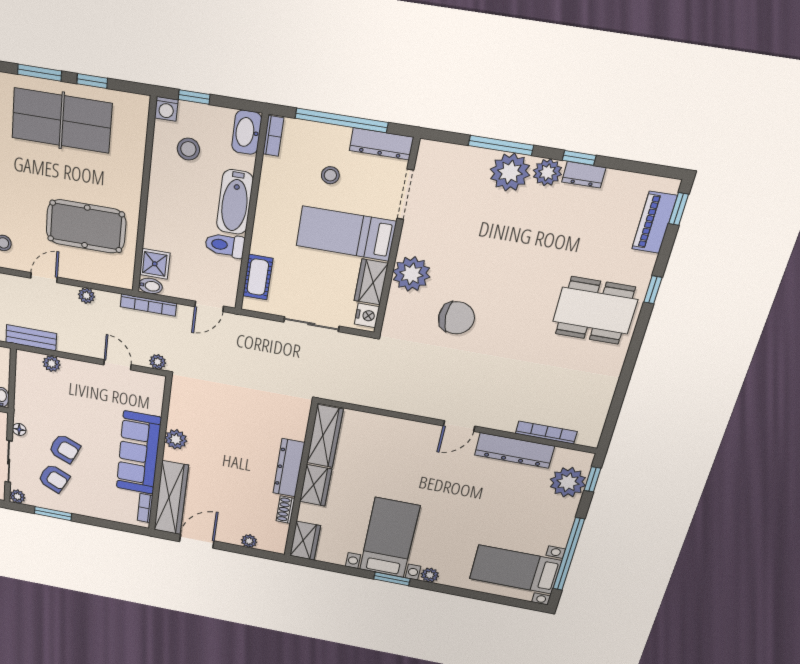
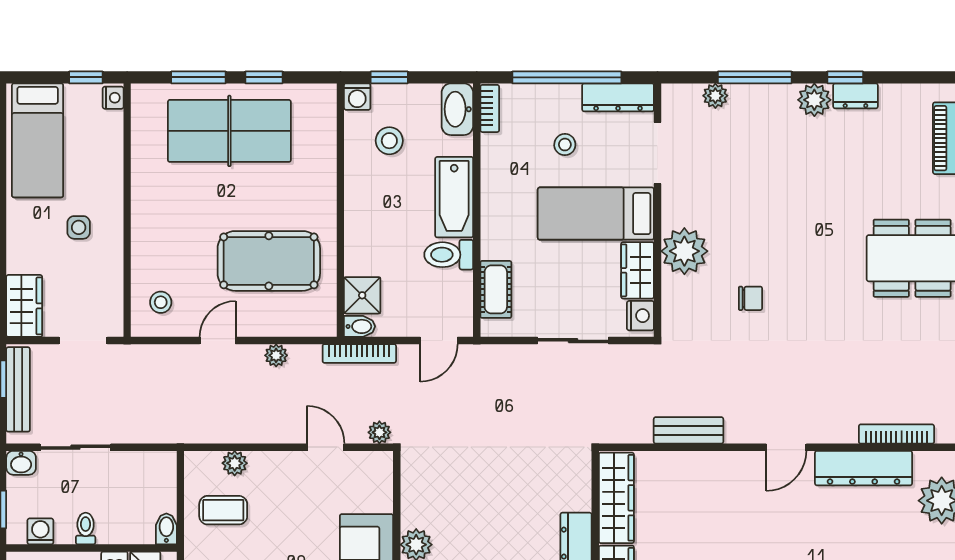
plant: (510, 172) -> (715, 96), moved, width x0.53, depth x0.53
chair: (456, 318) -> (750, 298), width x0.54, depth x0.54
bench: (31, 338) -> (689, 430), moved
coffee table: (42, 393) -> (223, 510), added

